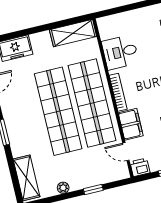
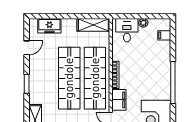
plant: (139, 15) -> (143, 23), added
desk: (120, 52) -> (127, 30), moved, turned 90

